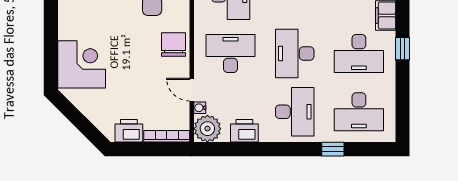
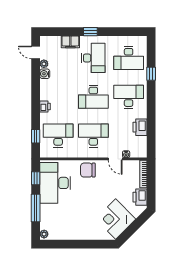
desk: (231, 53) -> (93, 136), turned 90
corner desk: (82, 64) -> (116, 219), moved, turned -45
door: (192, 90) -> (115, 159), hinge flipped
desk: (359, 112) -> (129, 58), turned 90
plant: (207, 129) -> (139, 150), removed

